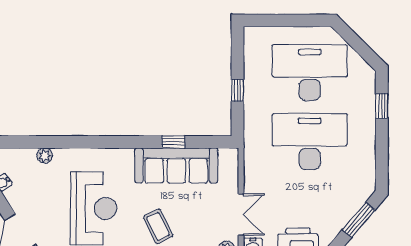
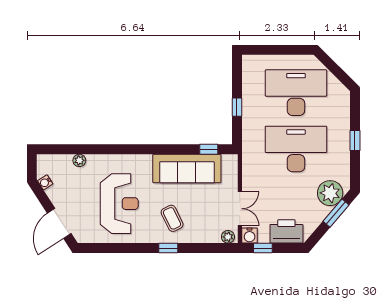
window: (382, 106) -> (355, 141), moved
window: (173, 142) -> (209, 149), moved
plant: (351, 196) -> (330, 193), added

